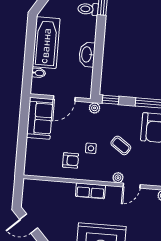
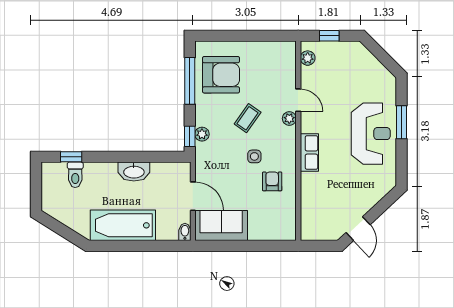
bidet: (39, 73) -> (185, 232), moved
plant: (95, 108) -> (202, 134), moved

